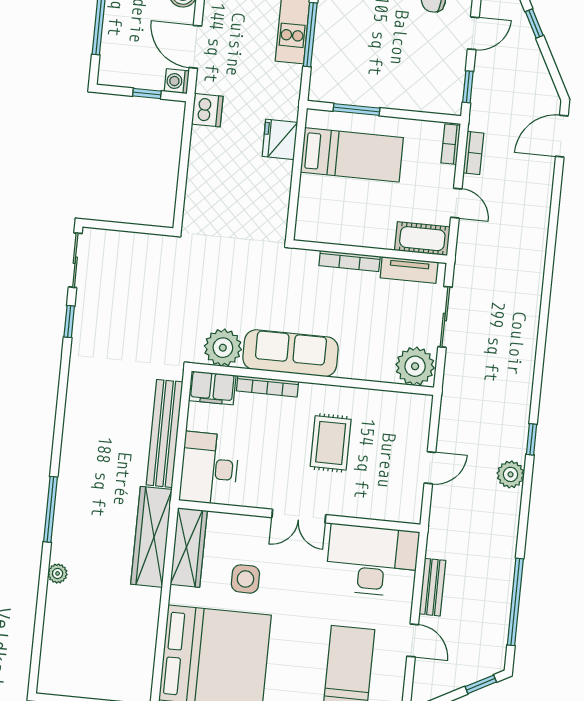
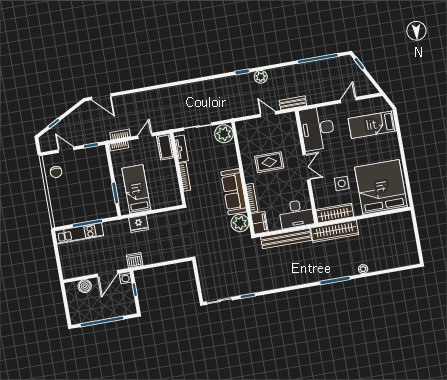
bench: (432, 587) -> (293, 103), moved

